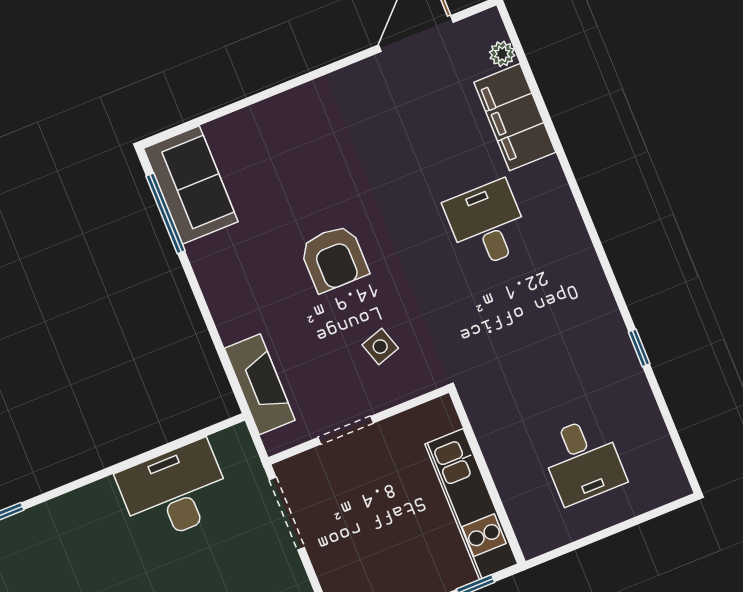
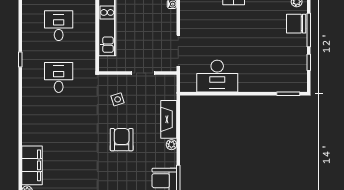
desk: (487, 224) -> (59, 77), moved, turned 180
plant: (216, 293) -> (171, 145), added
fireplace: (260, 384) -> (169, 119), moved

